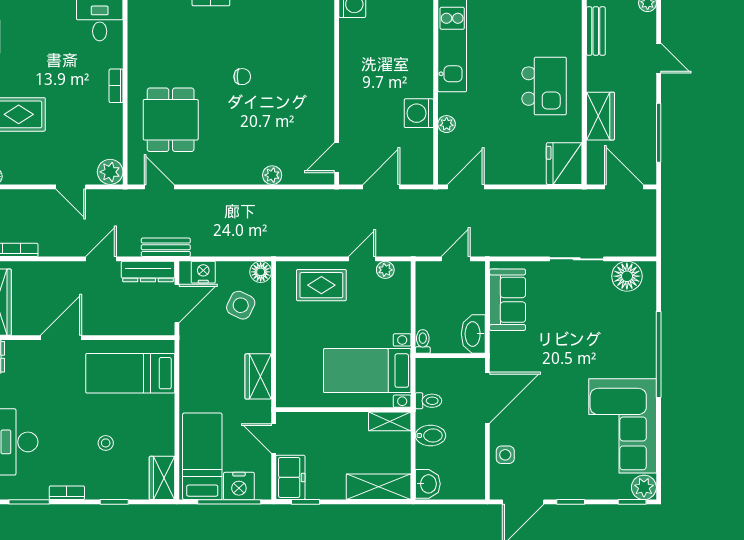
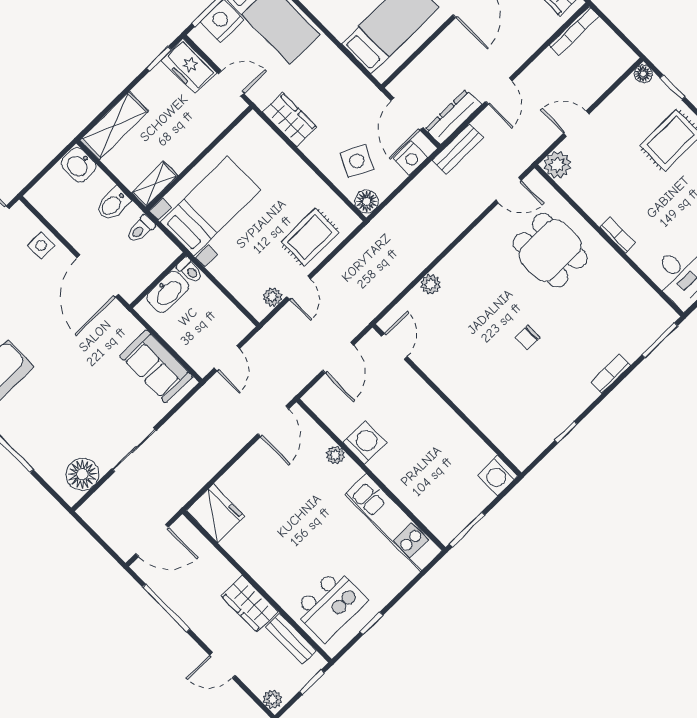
kitchen island: (544, 86) -> (330, 605), moved, turned -90
wardrobe: (600, 116) -> (250, 604), moved
washbasin: (473, 334) -> (168, 292), moved, turned 90

